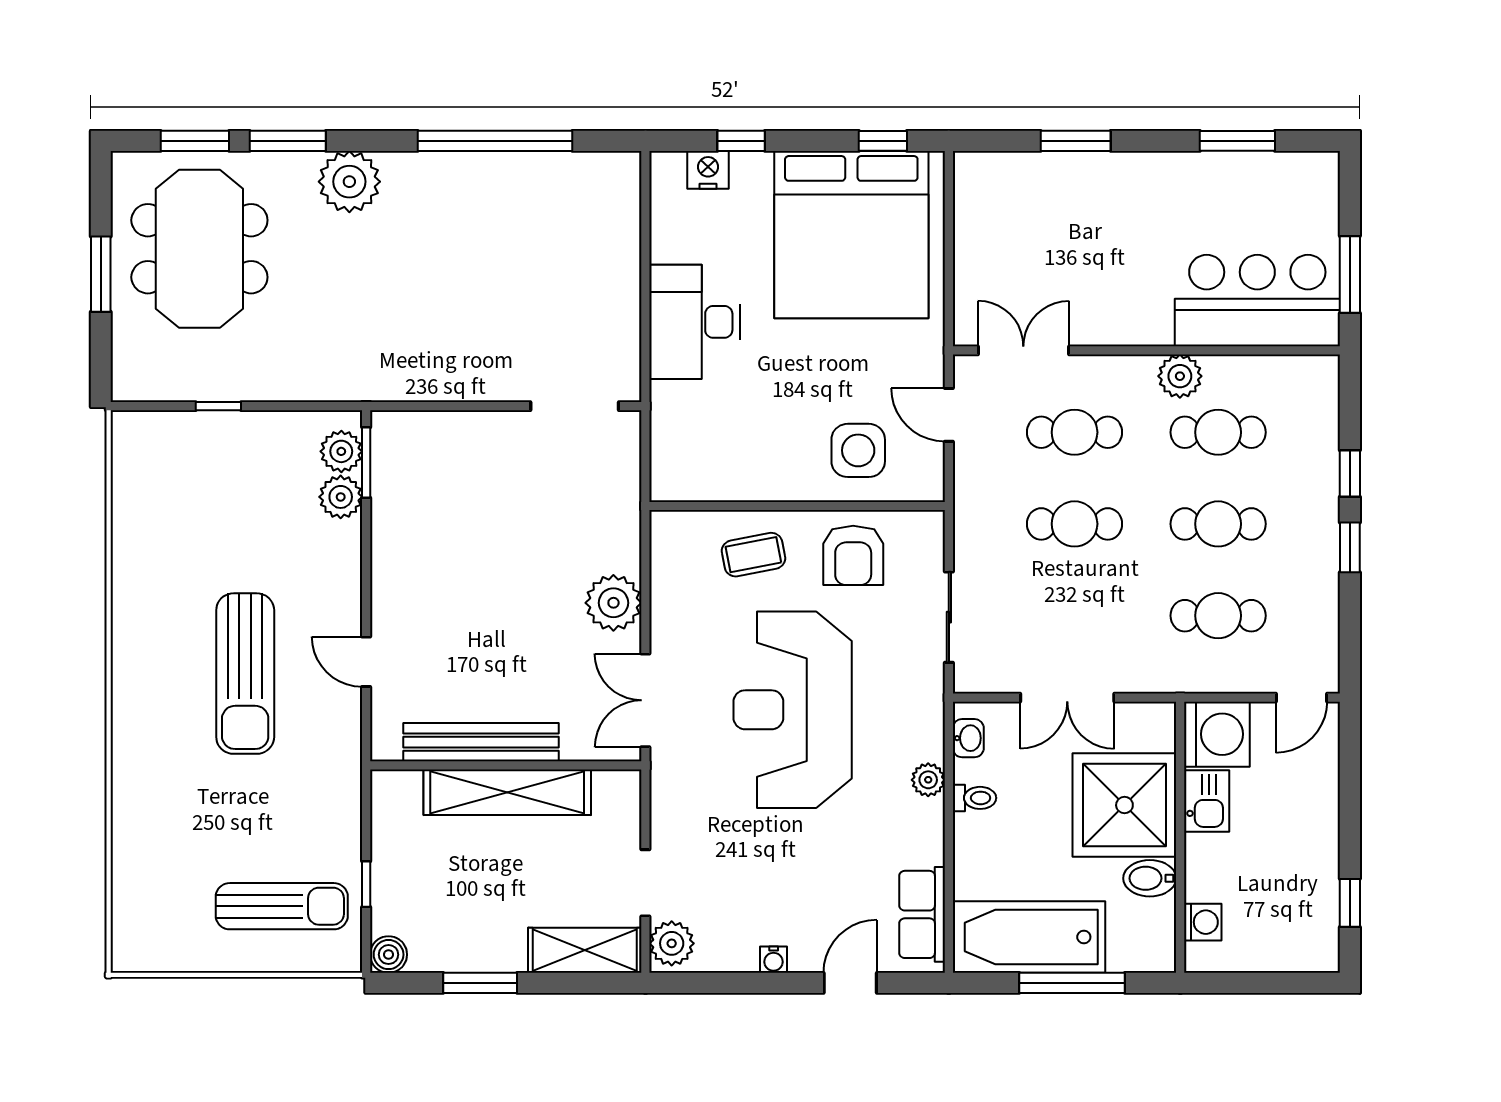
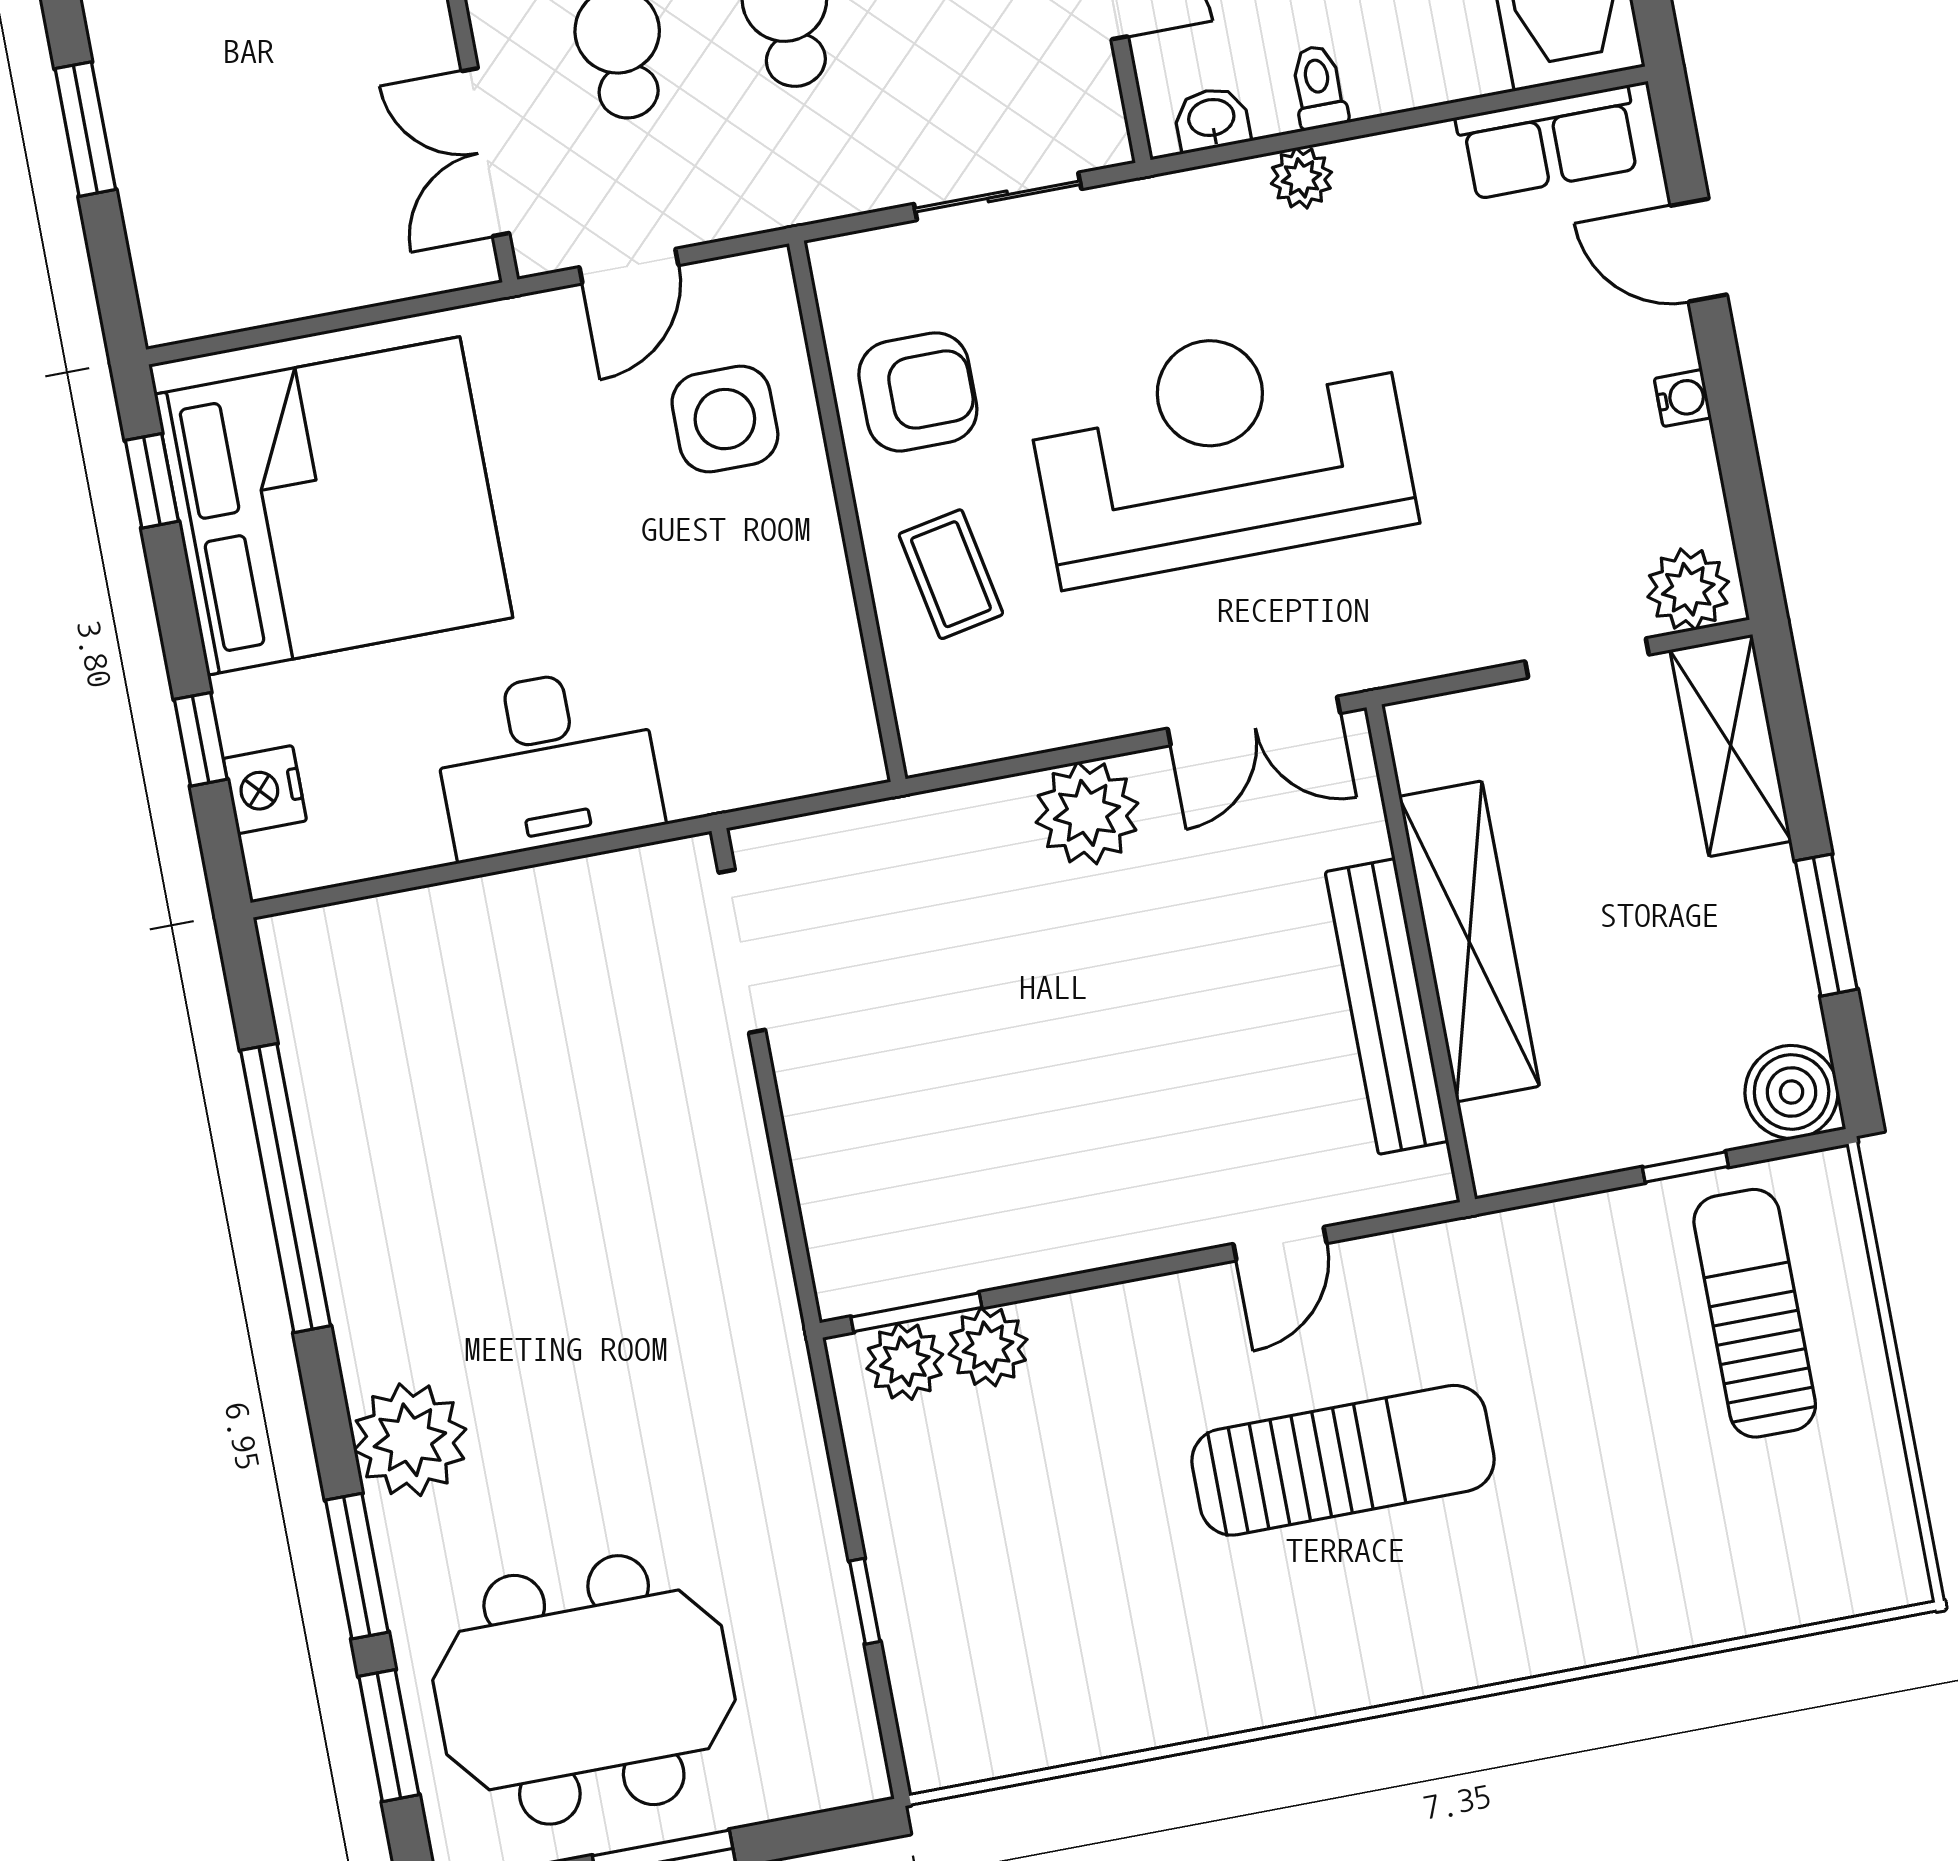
reception desk: (793, 710) -> (1220, 449), turned 180
boiler: (389, 955) -> (1792, 1092), width x1.36, depth x1.36

